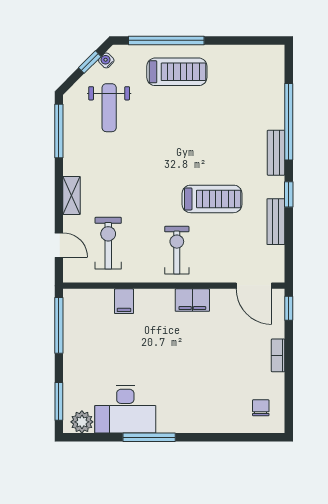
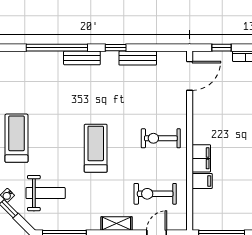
treadmill: (212, 199) -> (96, 148), moved
filing cabinet: (192, 300) -> (201, 158), moved
window: (289, 308) -> (222, 48), moved

